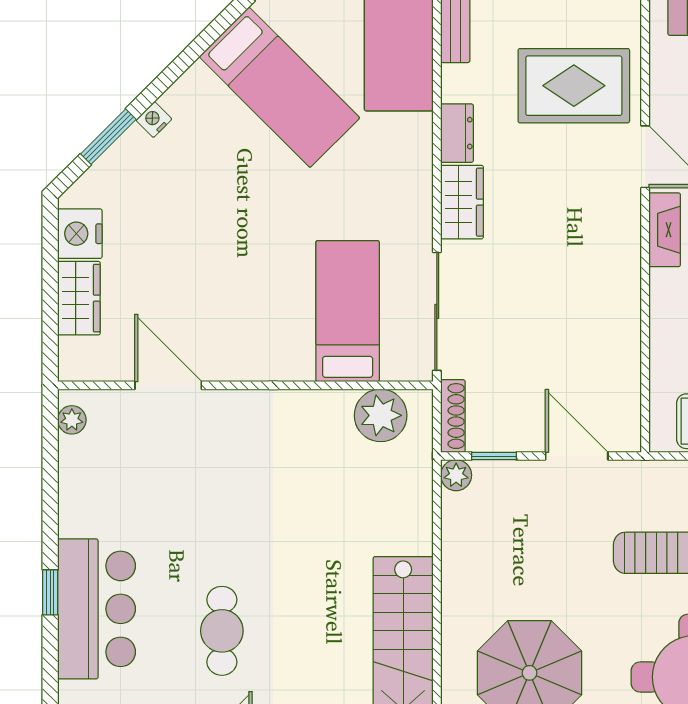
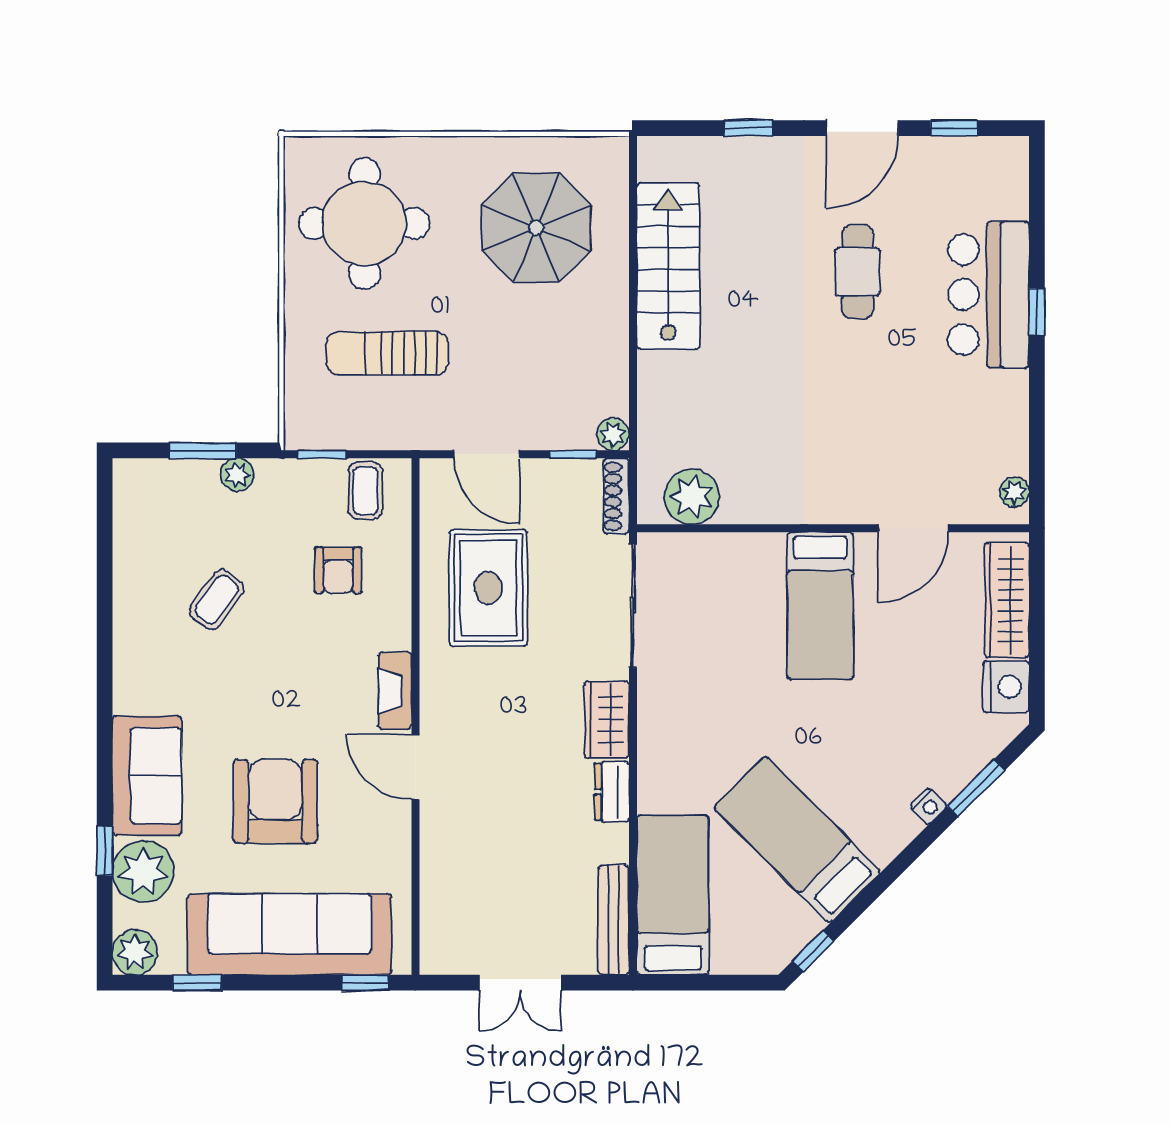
rug: (574, 86) -> (488, 588), moved, turned 90
wardrobe: (79, 298) -> (1007, 600), width x1.50
bed: (348, 311) -> (820, 606), moved
door: (168, 385) -> (914, 528), hinge flipped

